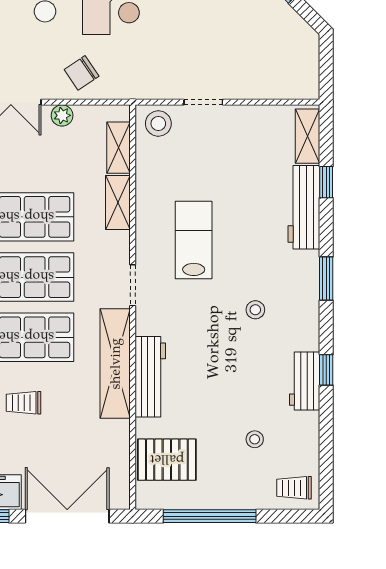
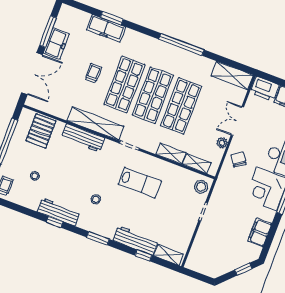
workbench: (305, 381) -> (59, 212), width x1.38

